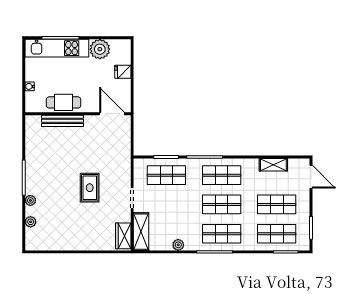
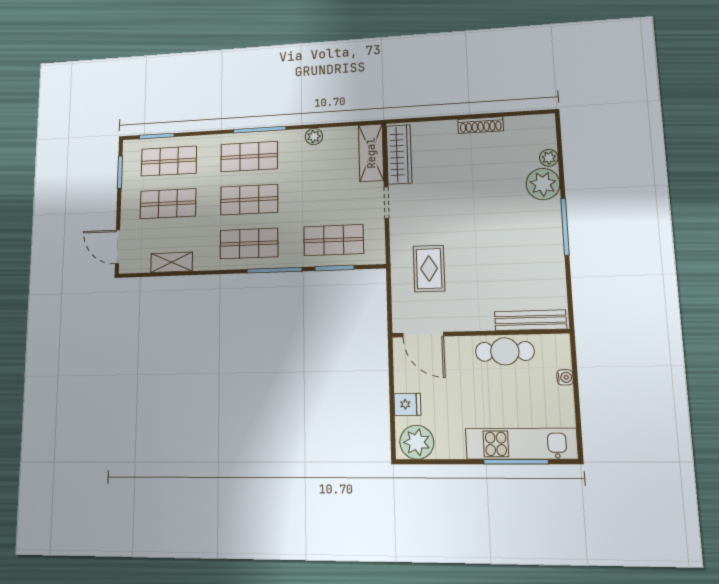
plant: (100, 49) -> (417, 442), moved
bench: (62, 121) -> (530, 320), moved
rug: (90, 188) -> (429, 269), moved
plant: (30, 200) -> (543, 184), width x1.88, depth x1.88
wardrobe: (123, 236) -> (399, 154), width x1.50
shoe rack: (71, 246) -> (481, 125), added

